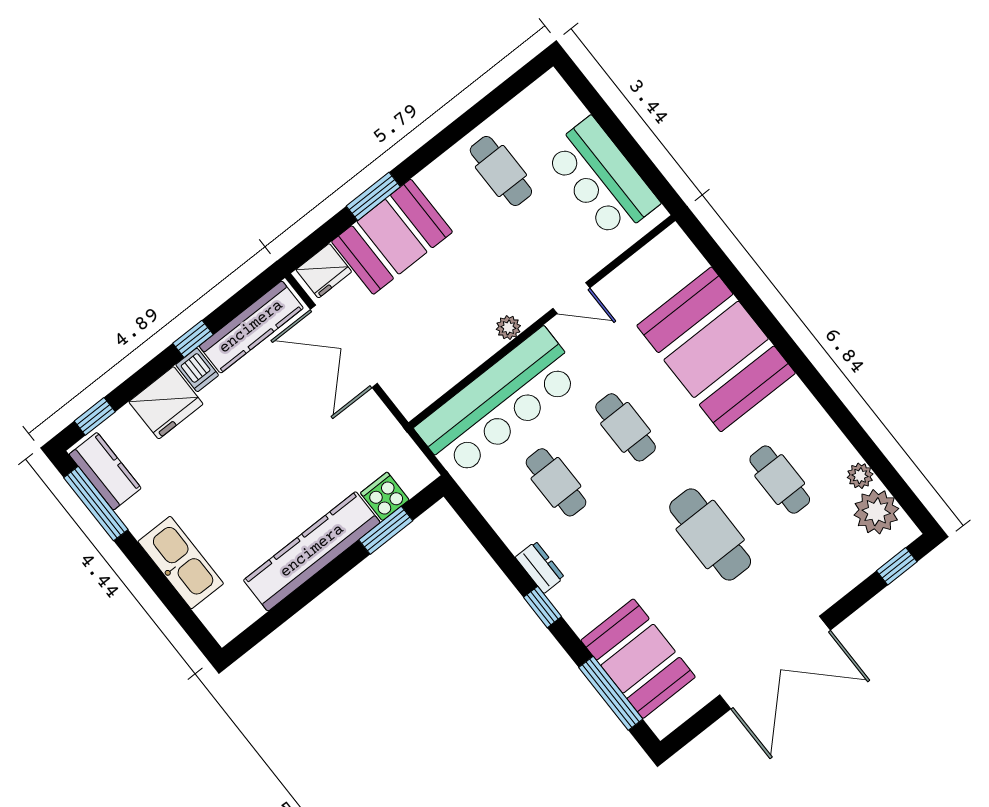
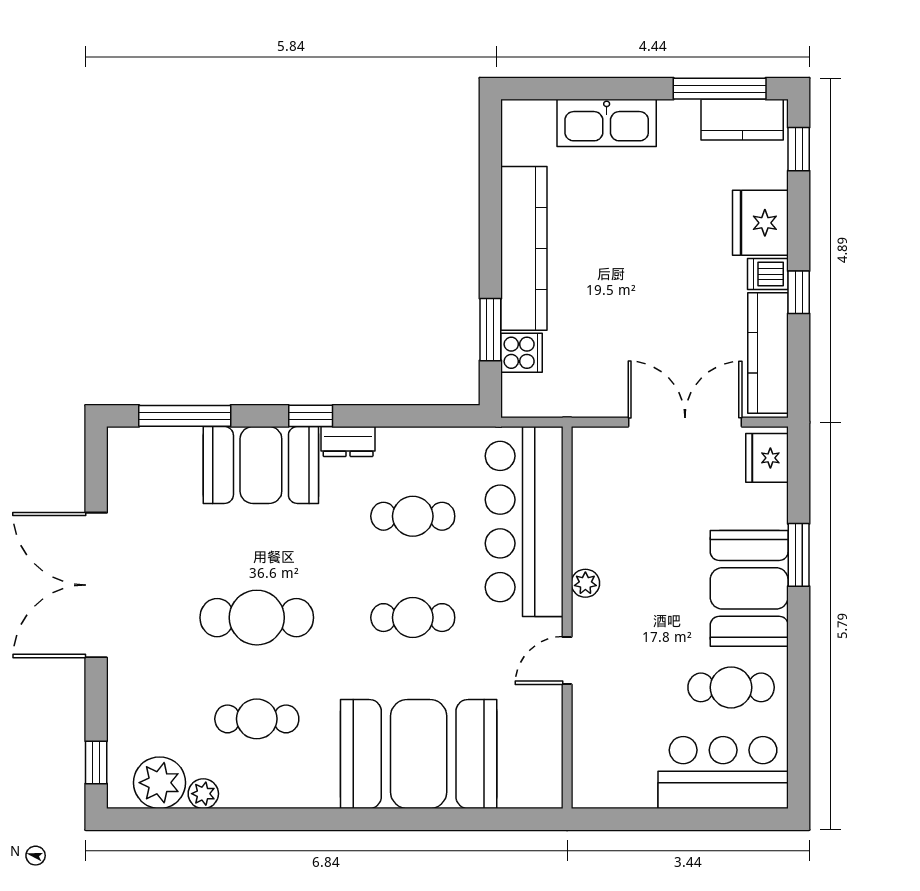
bar counter: (602, 178) -> (723, 773), moved
booth: (392, 237) -> (749, 588), moved
booth: (638, 659) -> (261, 465), moved

